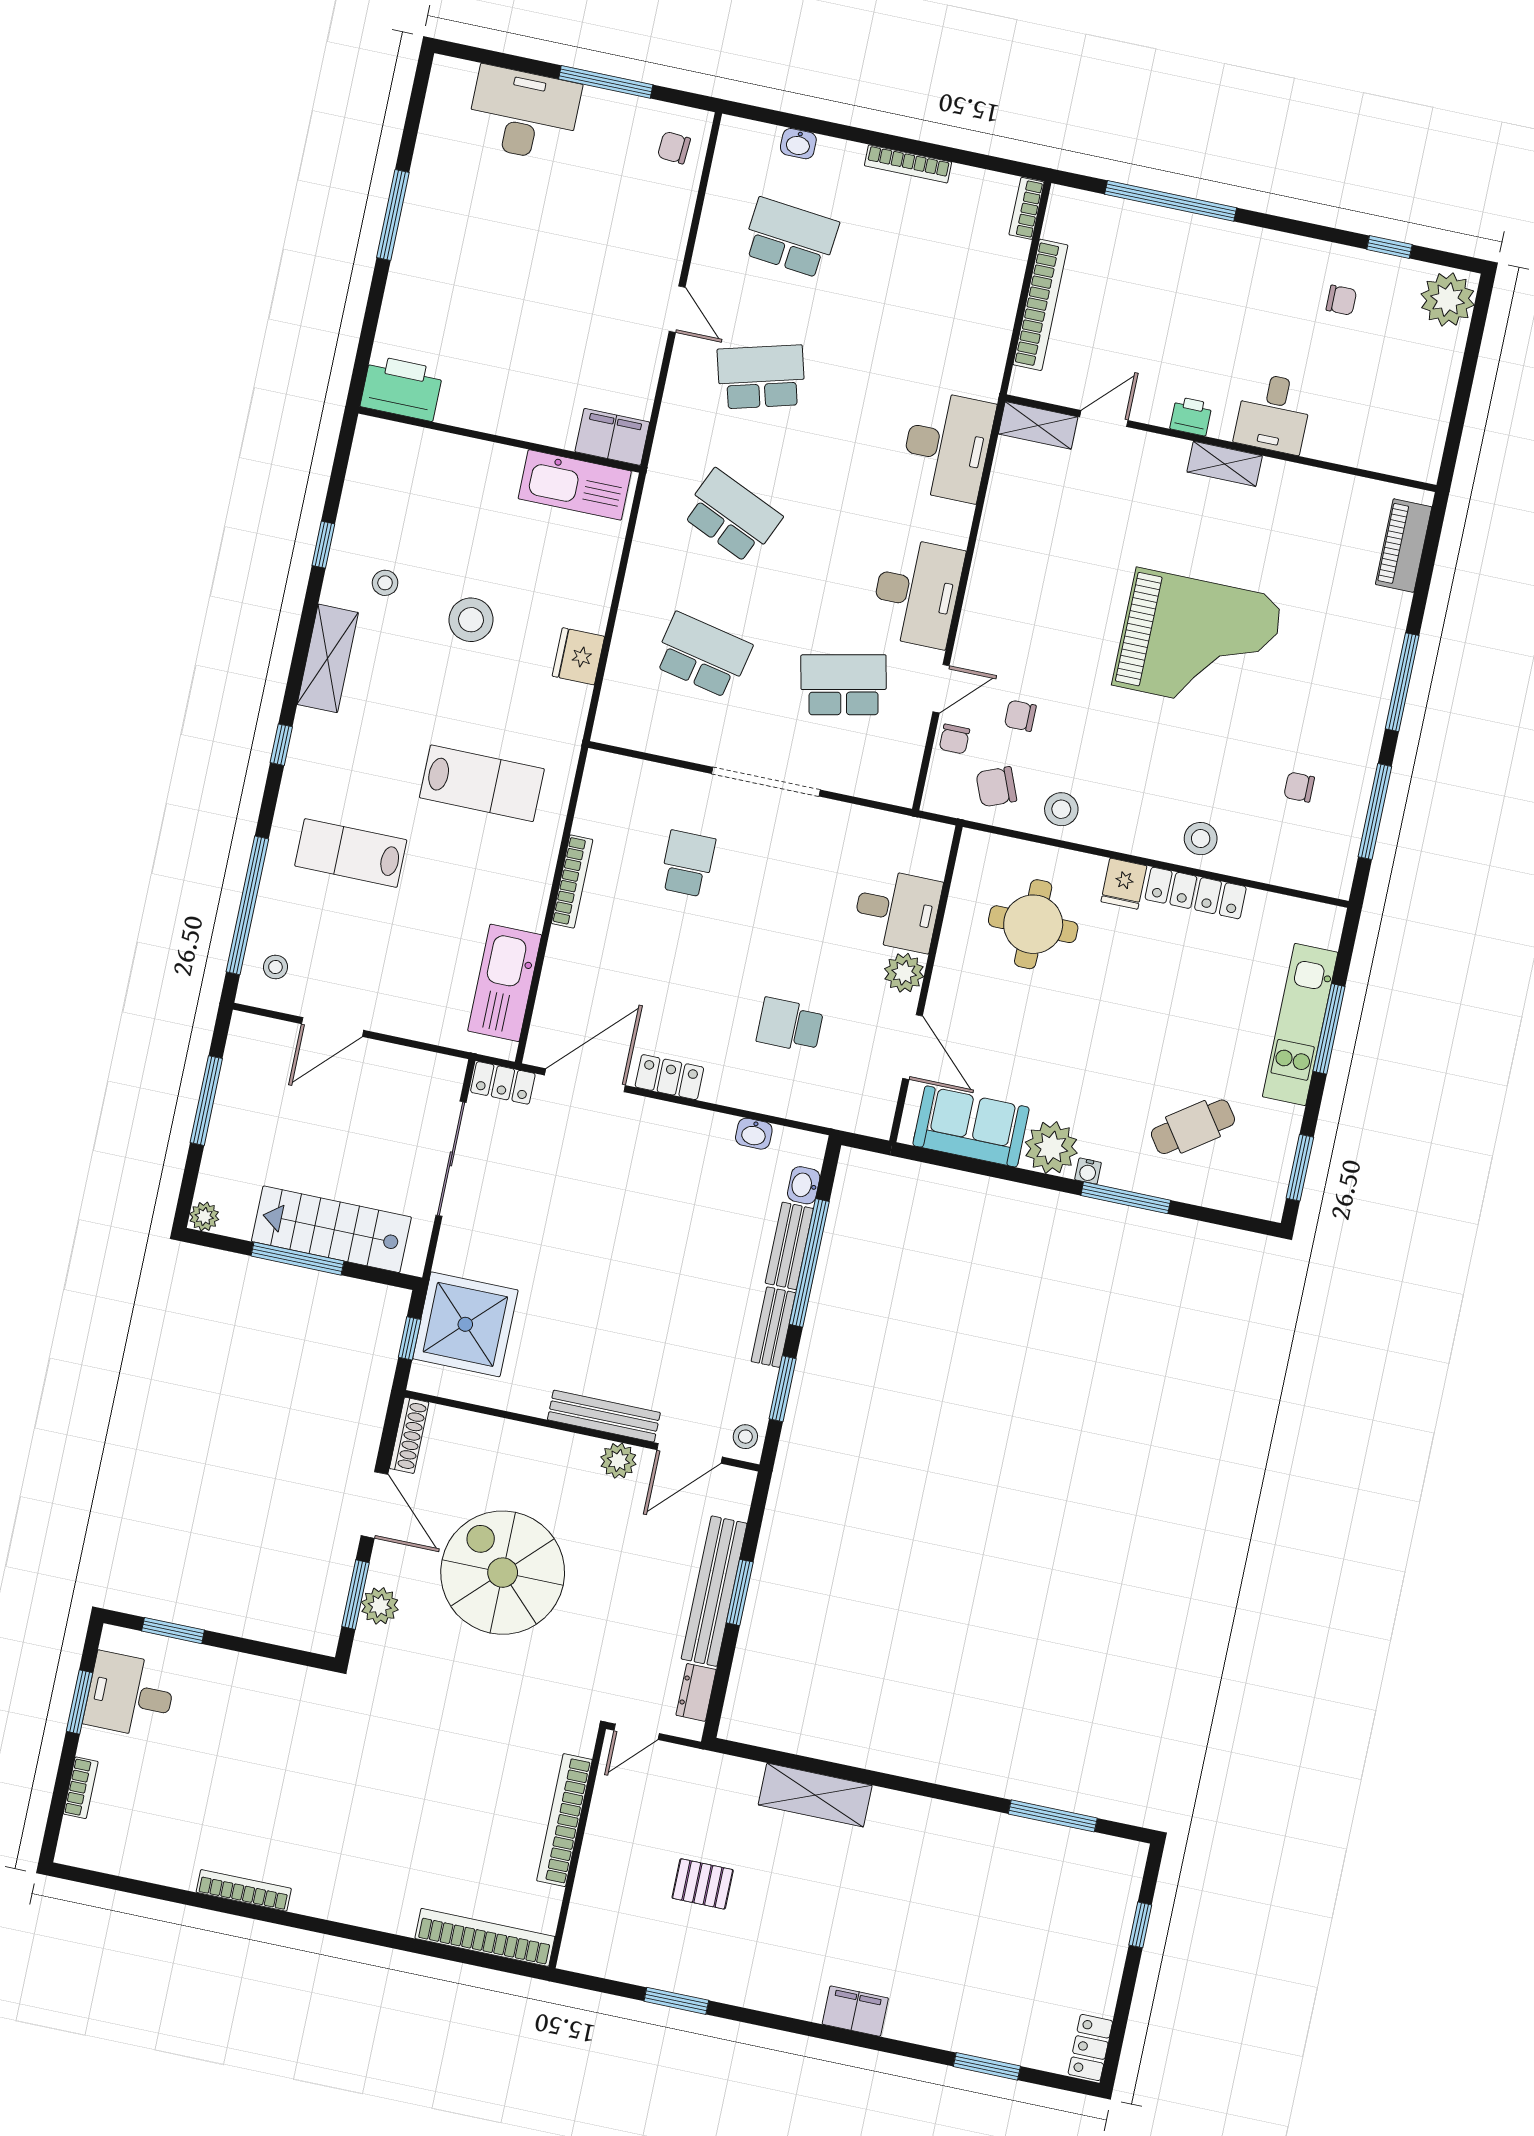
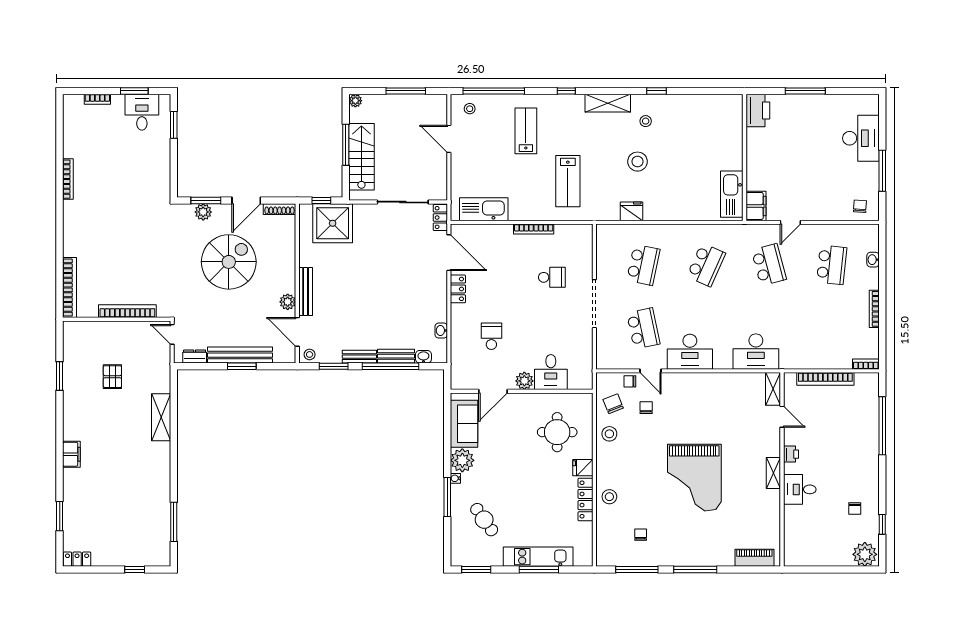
printer: (402, 388) -> (758, 111), moved
filing cabinet: (612, 437) -> (756, 206), moved
wall: (499, 440) -> (745, 157), moved
kitchen sink: (575, 485) -> (732, 194), moved

